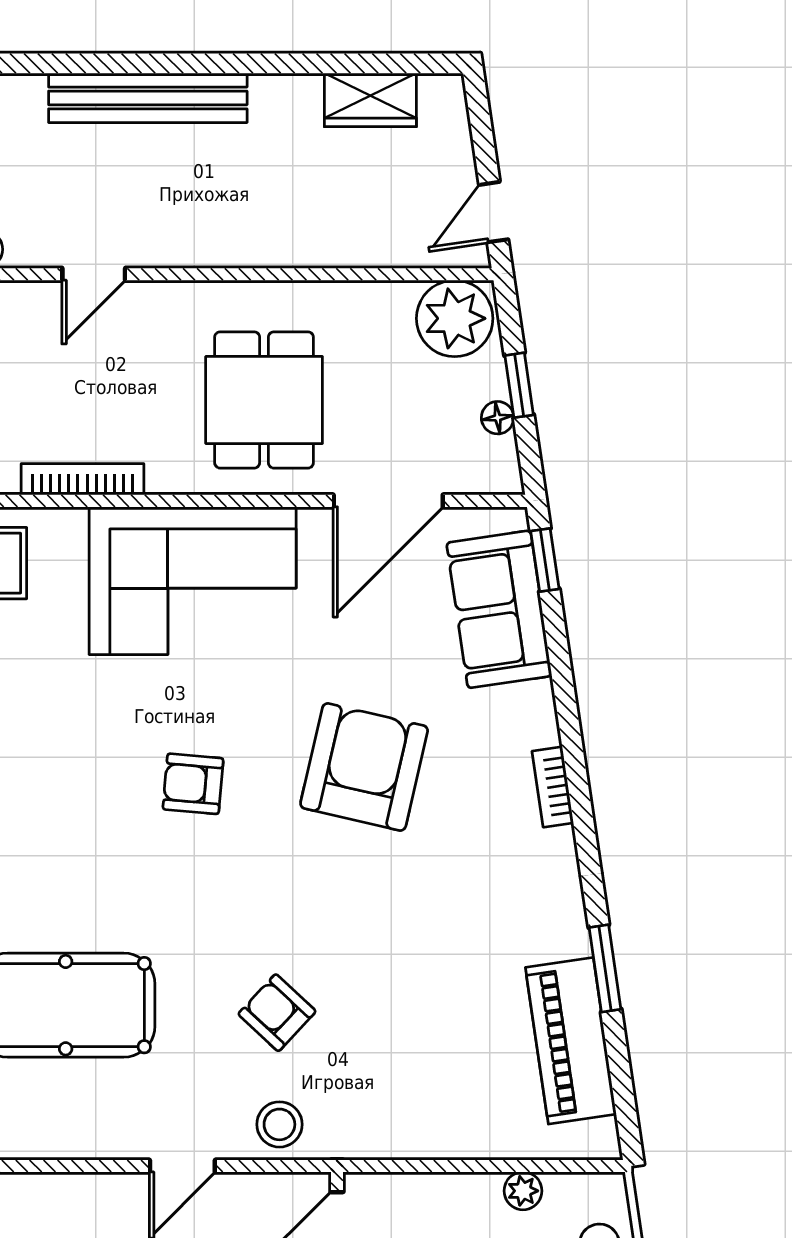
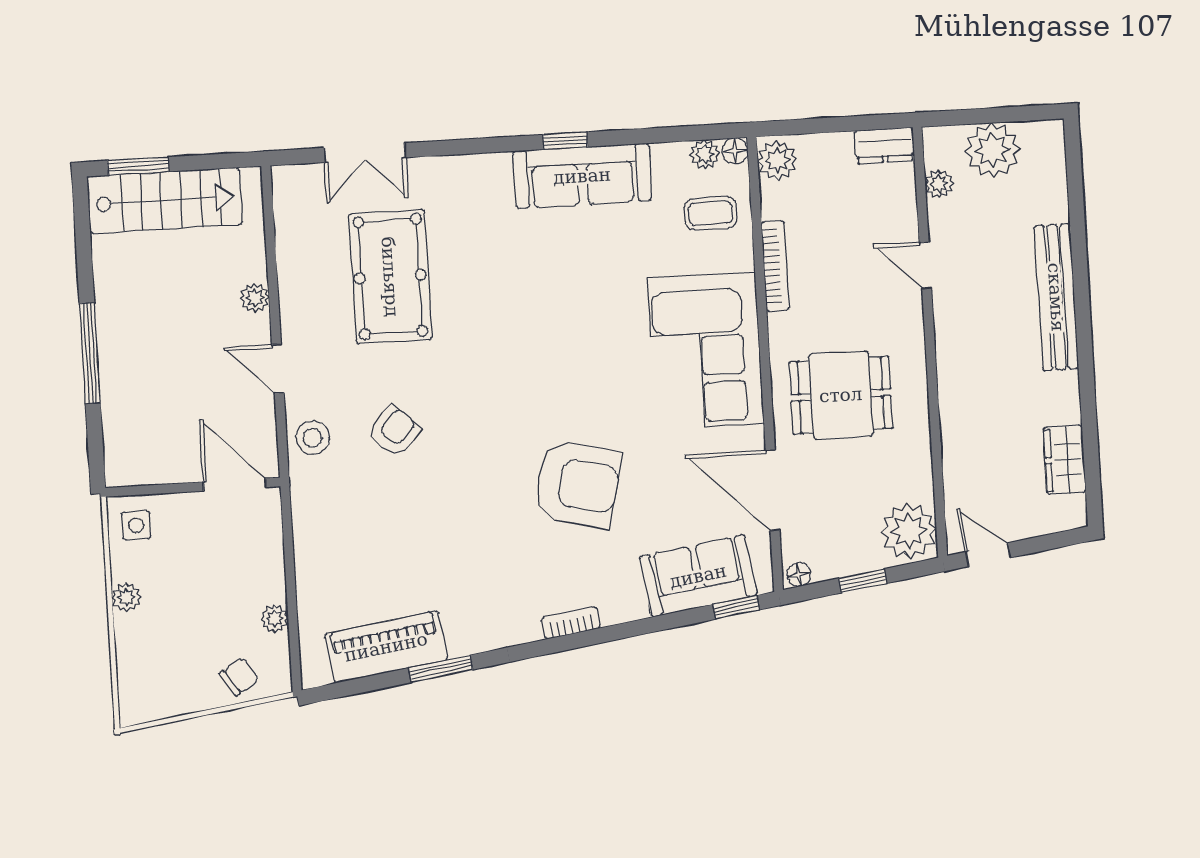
floor lamp: (498, 418) -> (799, 575), moved
armchair: (193, 784) -> (558, 360), removed
plant: (84, 1192) -> (255, 298), added

